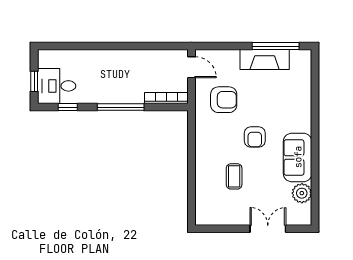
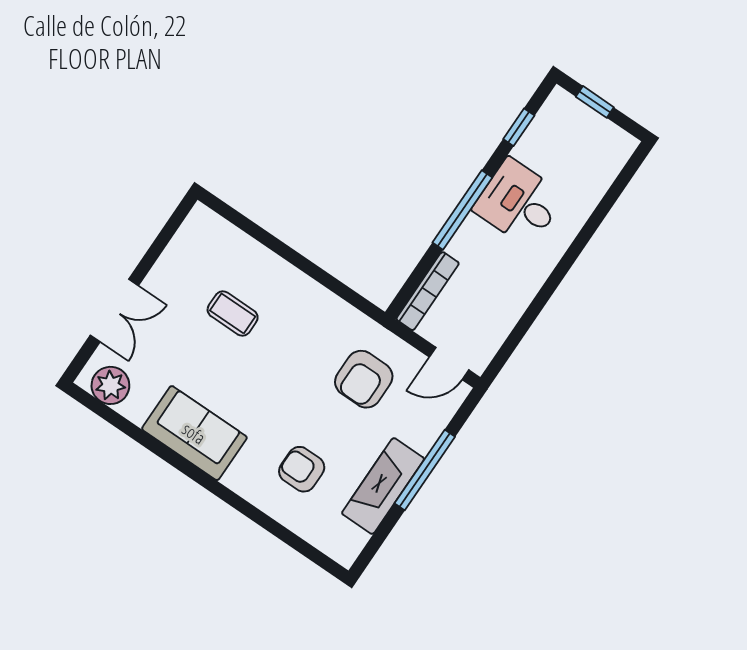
window: (276, 46) -> (425, 470), moved
desk: (57, 86) -> (519, 203), moved, turned -90
armchair: (255, 137) -> (302, 469), moved
plant: (302, 193) -> (110, 385), moved

